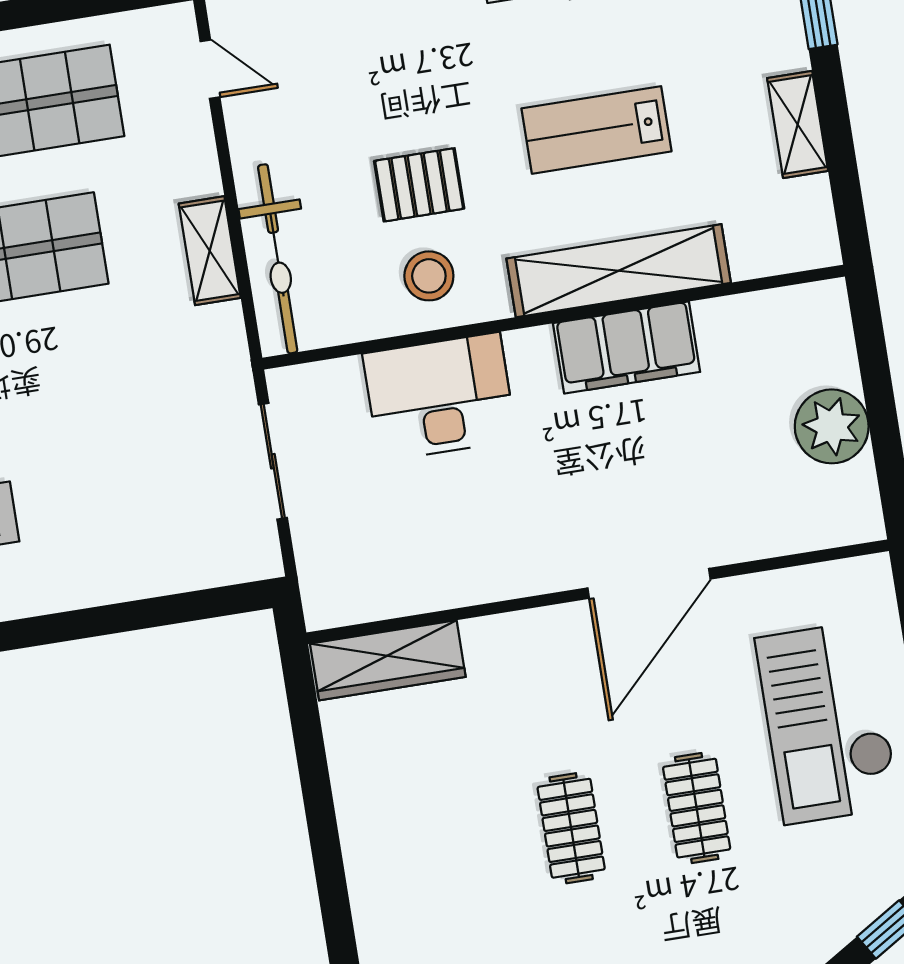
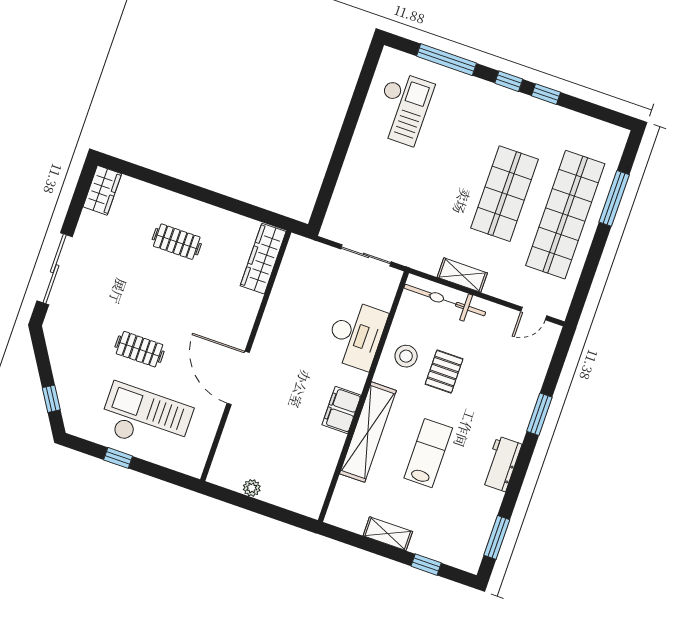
filing cabinet: (627, 348) -> (342, 410), width x0.67, depth x0.86
plant: (832, 426) -> (252, 488), width x0.53, depth x0.53
clothes rail: (571, 828) -> (177, 242), moved

